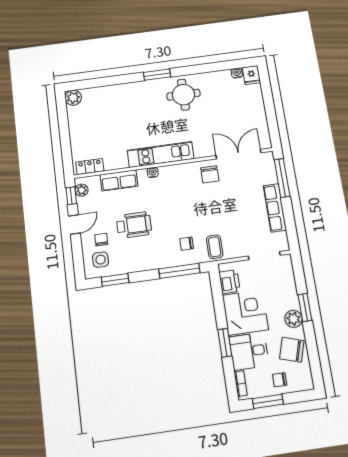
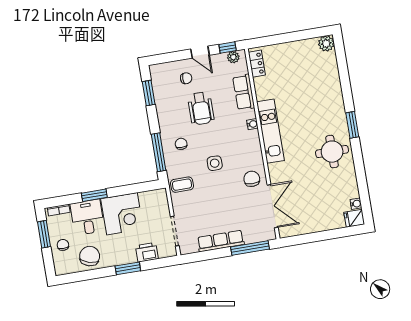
chair: (210, 174) -> (252, 179), turned 90
chair: (187, 244) -> (181, 144), moved
side table: (100, 260) -> (215, 163), moved
printer: (229, 282) -> (147, 252), moved, turned 180
plant: (293, 319) -> (117, 258), removed

